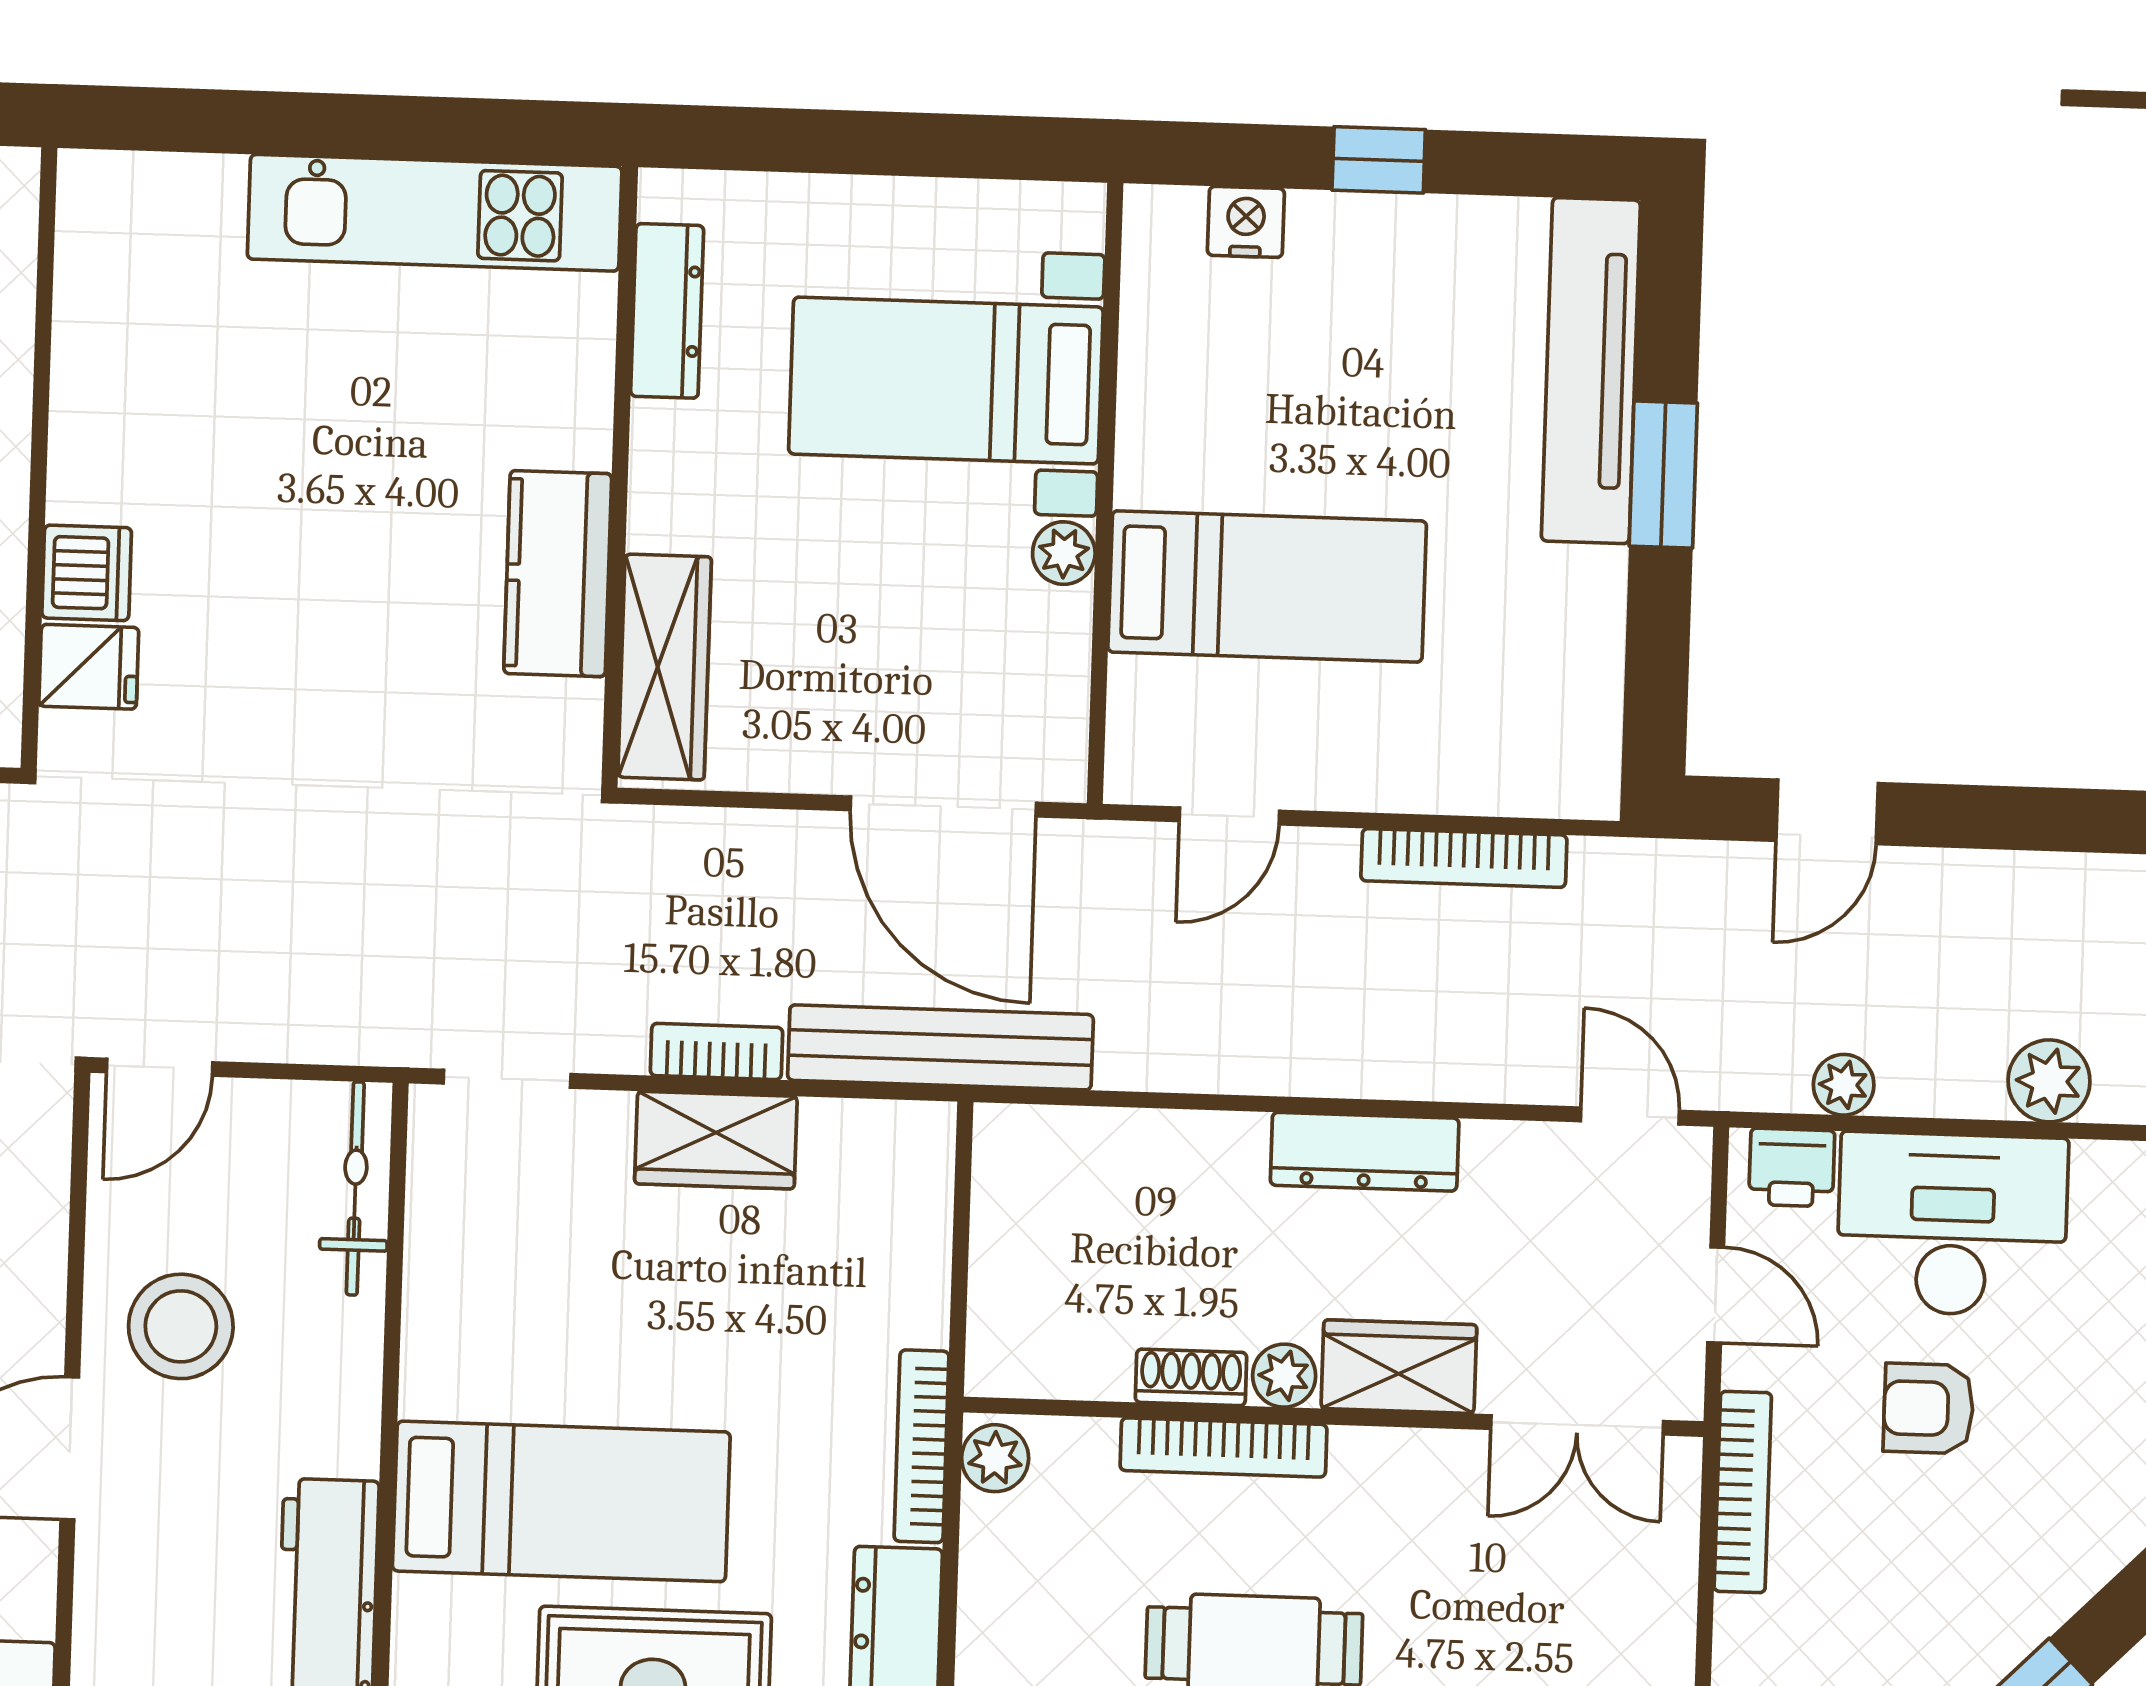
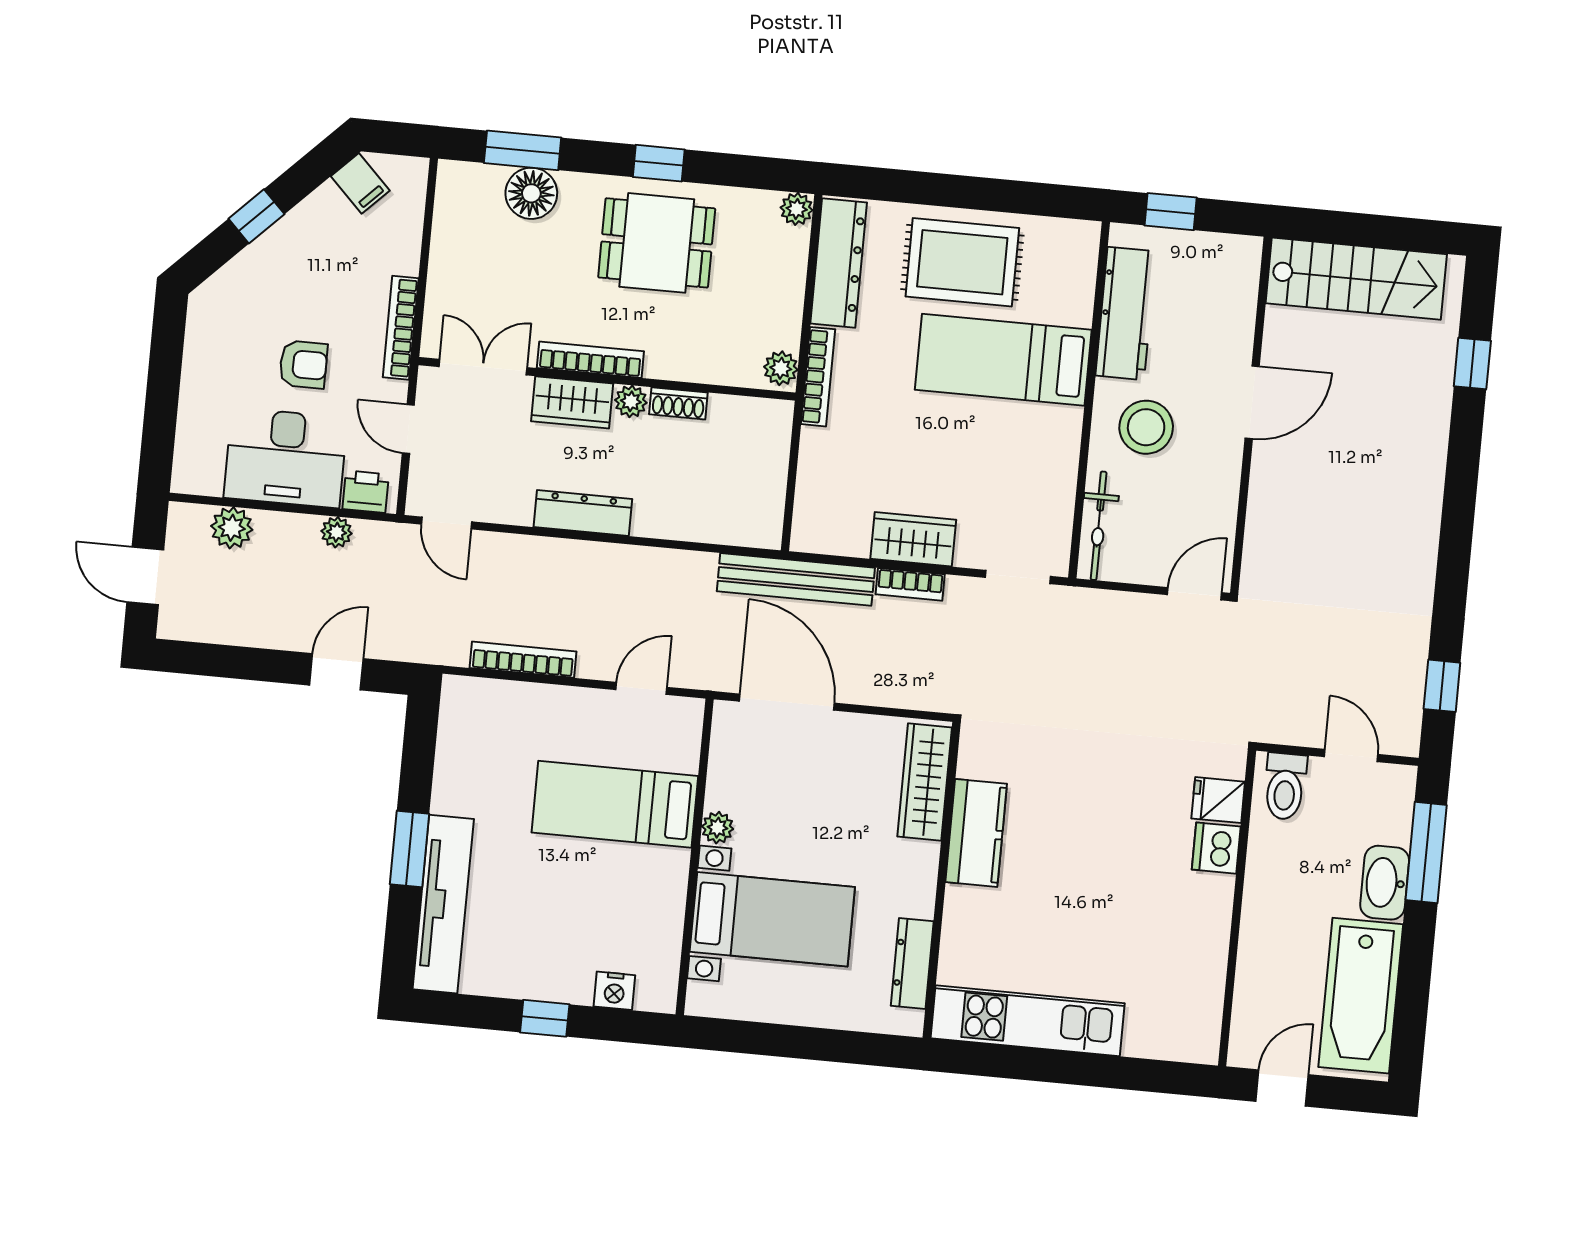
stool: (181, 1326) -> (1146, 427), moved
bookcase: (1223, 1447) -> (590, 360), moved

